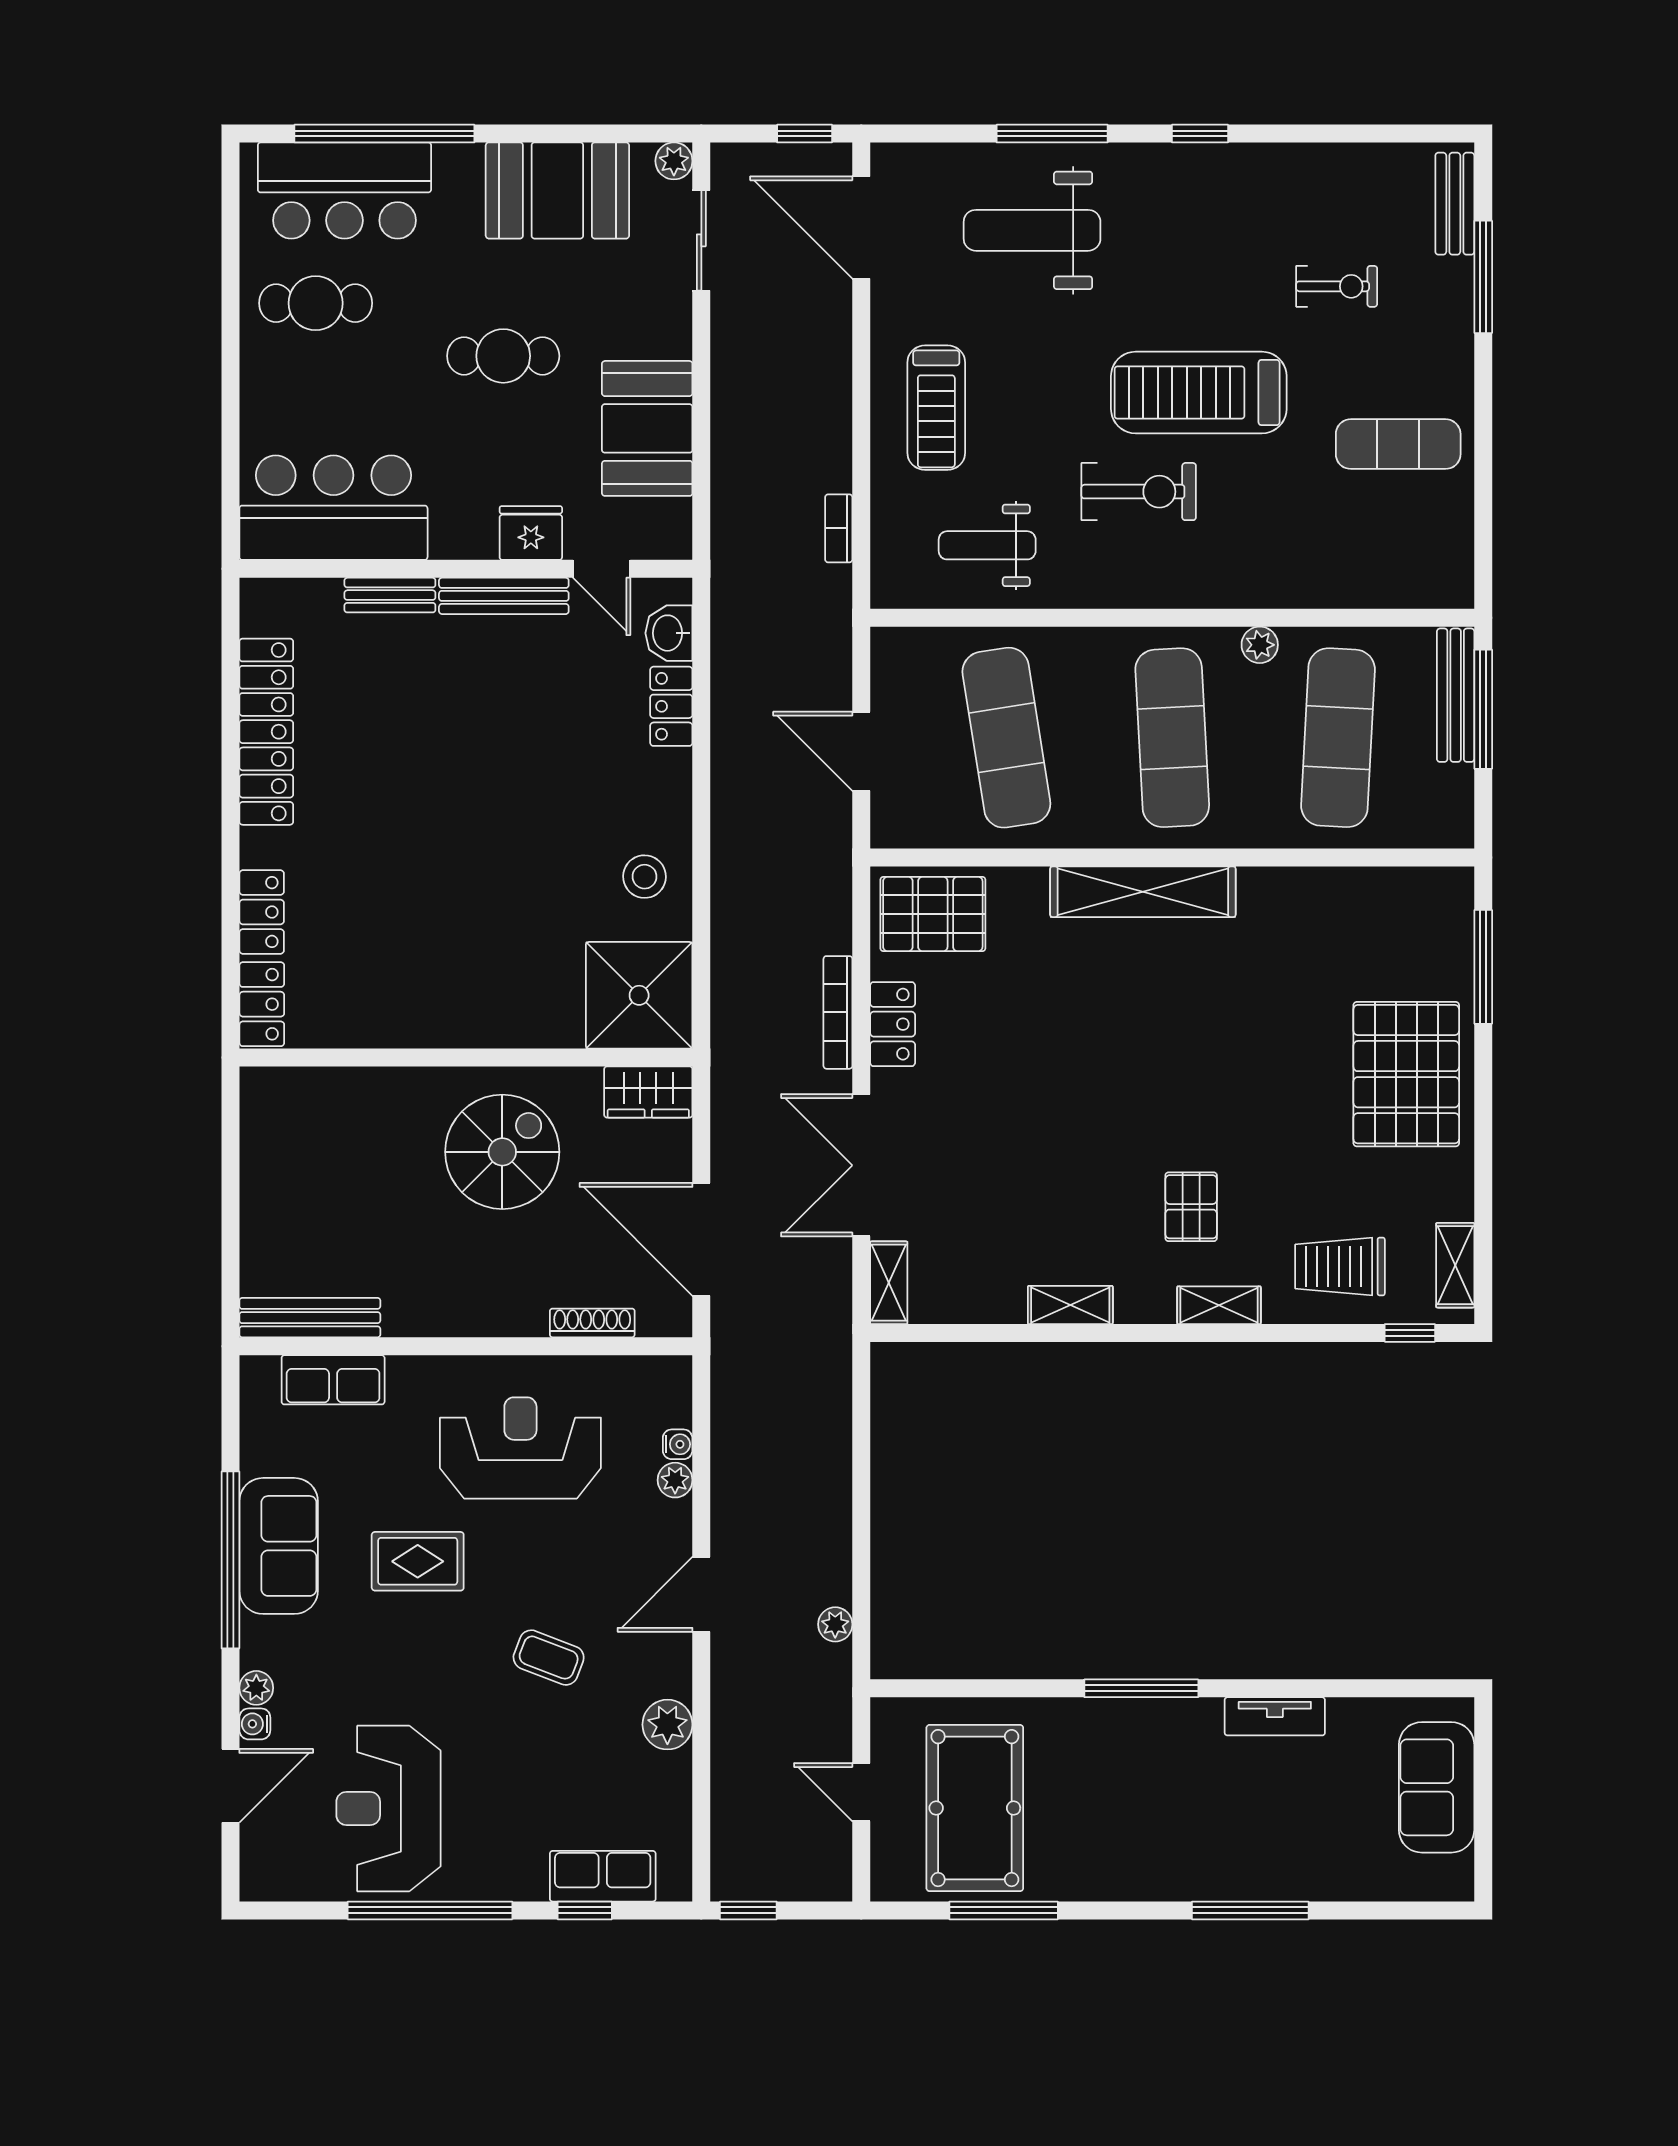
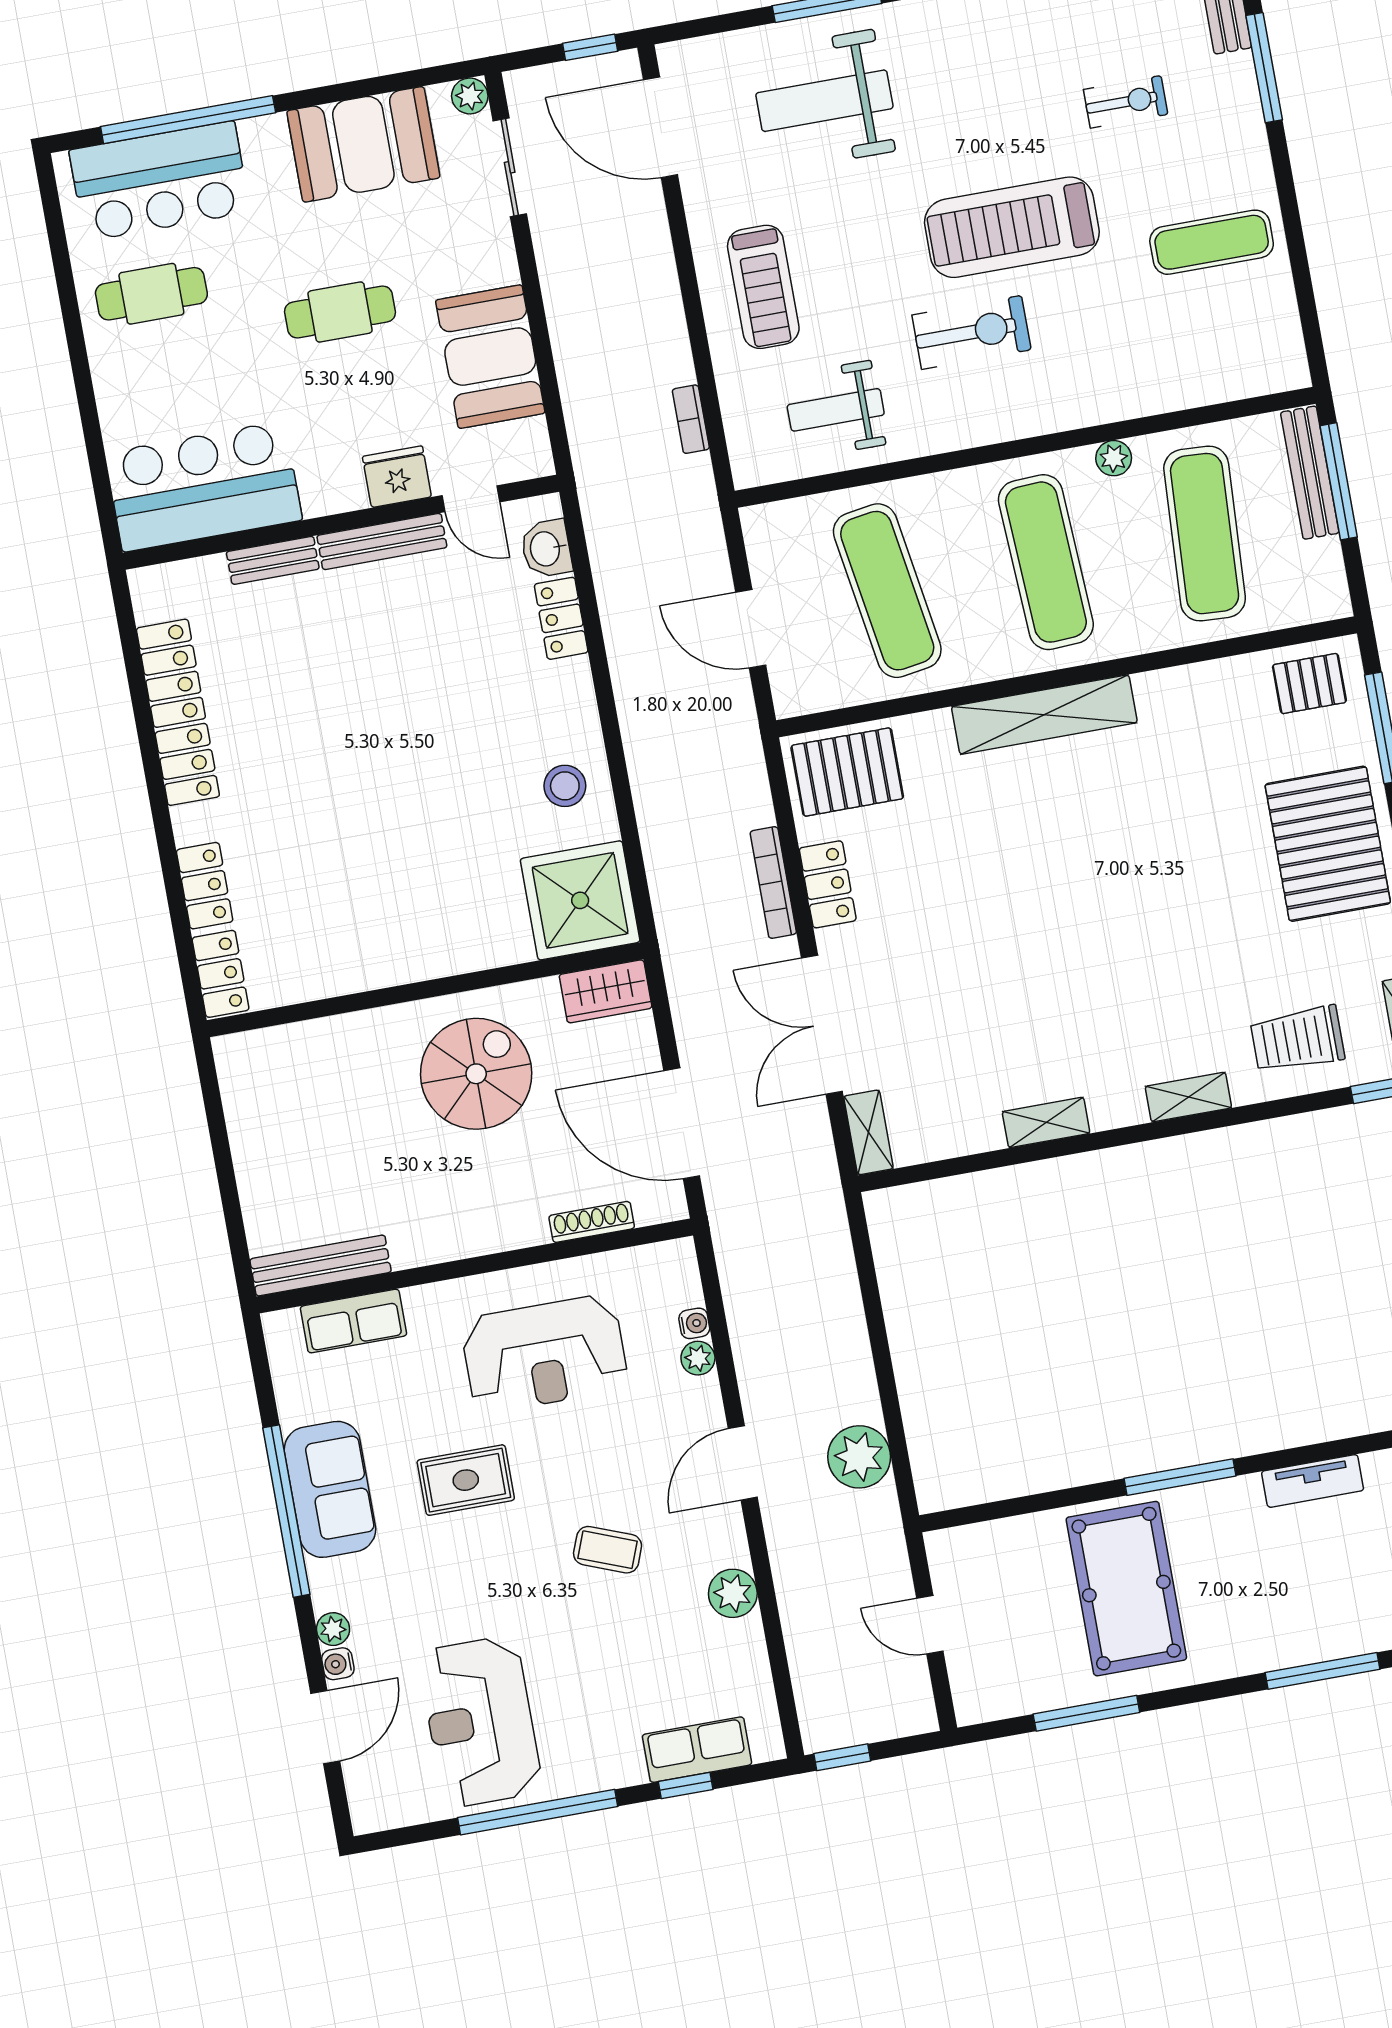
pallet: (1191, 1207) -> (1309, 684), moved, turned 90
reception desk: (520, 1448) -> (544, 1354), turned 180
plant: (835, 1624) -> (859, 1457), width x1.88, depth x1.88
pool table: (975, 1808) -> (1126, 1589), moved

